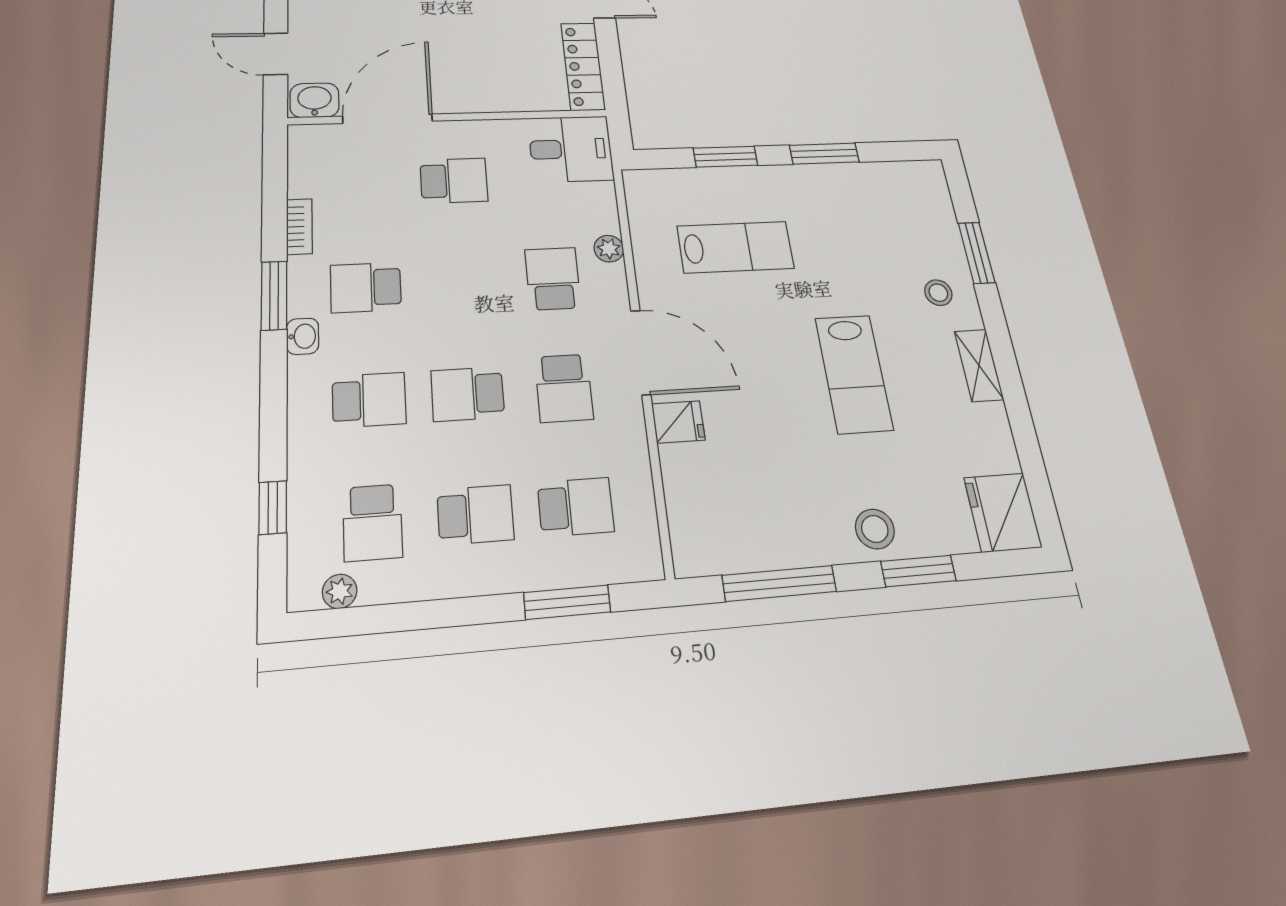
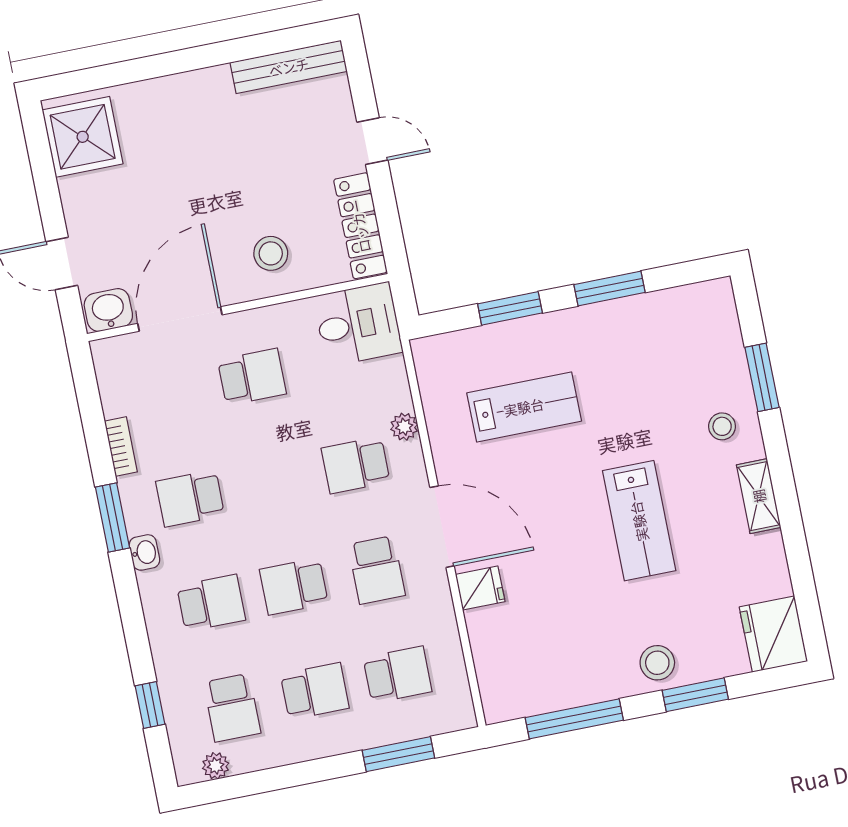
stool: (491, 76) -> (271, 253), added
school desk: (553, 279) -> (356, 465), turned -90

